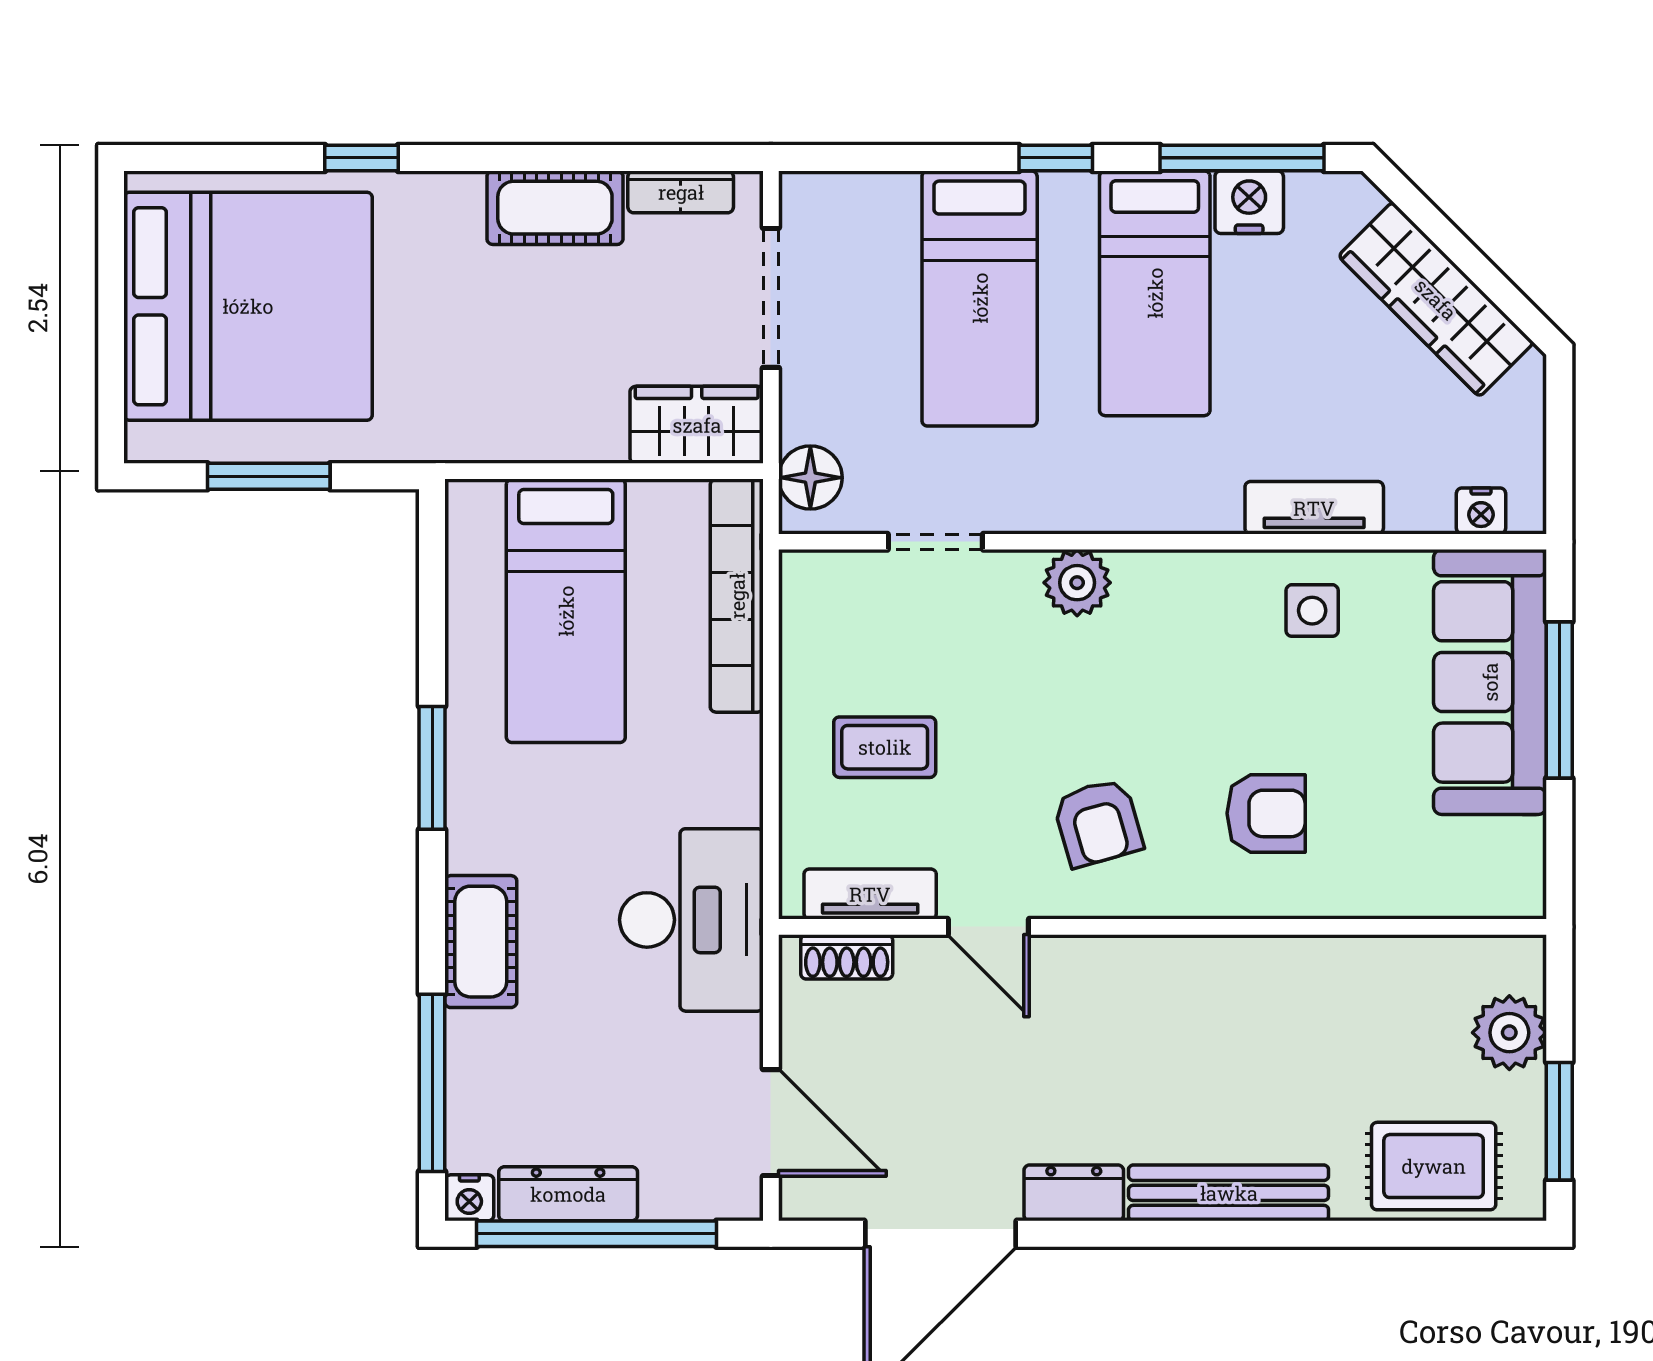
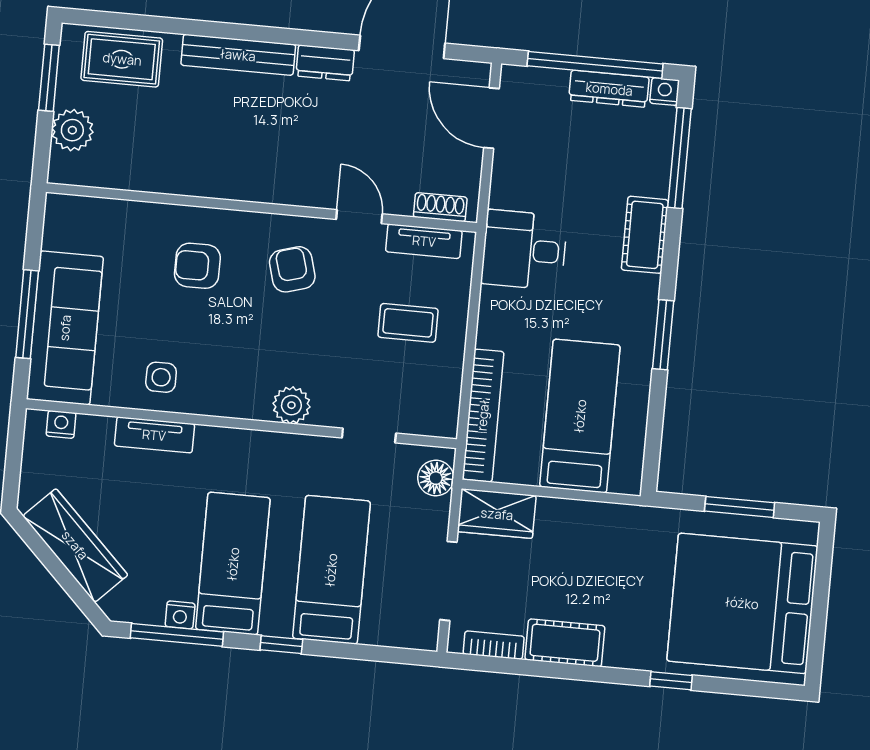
nightstand: (1249, 202) -> (180, 615), width x0.72, depth x0.74
desk: (691, 920) -> (524, 250), width x0.73

